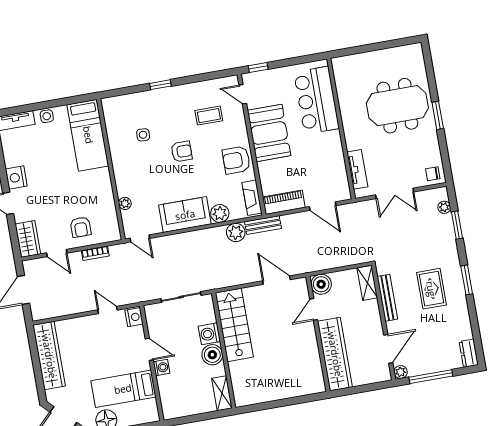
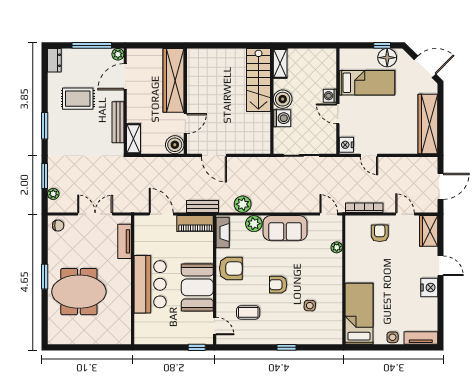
bar counter: (316, 100) -> (150, 284), moved
bench: (263, 225) -> (203, 206), moved
bookcase: (95, 253) -> (364, 208), width x1.56
rug: (431, 289) -> (78, 99), moved, turned 90
stairs: (234, 325) -> (258, 80), moved

